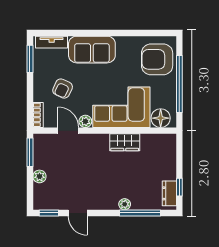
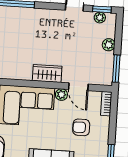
armchair: (63, 89) -> (81, 127), turned -115
wardrobe: (125, 142) -> (47, 74), moved
plant: (125, 204) -> (100, 18), moved

